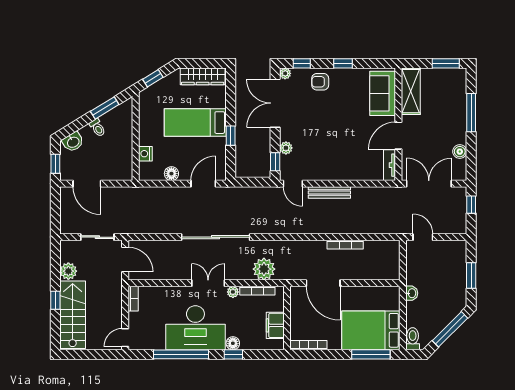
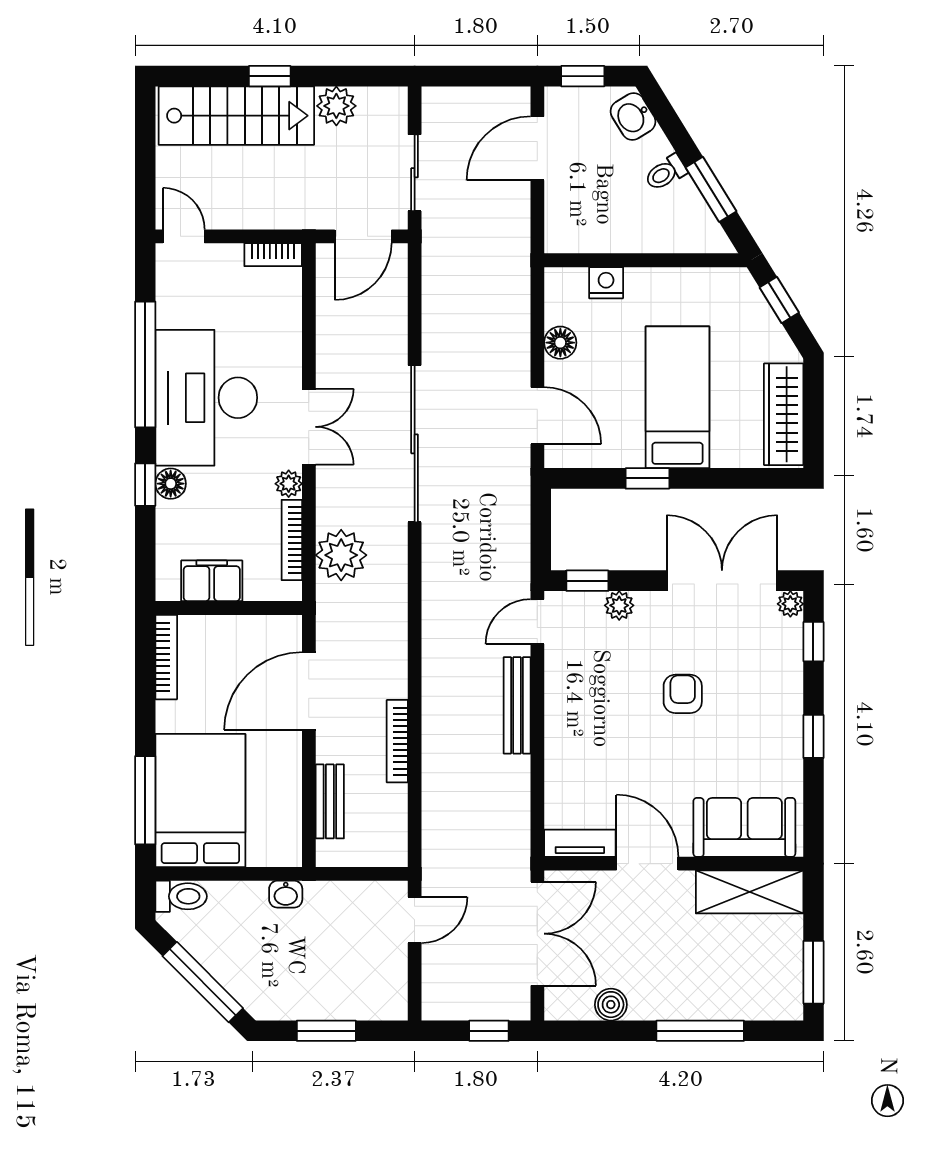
armchair: (320, 82) -> (683, 694), moved
bench: (371, 274) -> (330, 801), added

